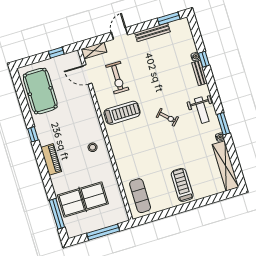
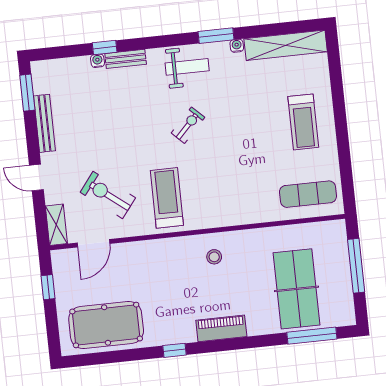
exercise bike: (117, 78) -> (108, 195), turned -142
treadmill: (182, 185) -> (303, 122), turned -90

